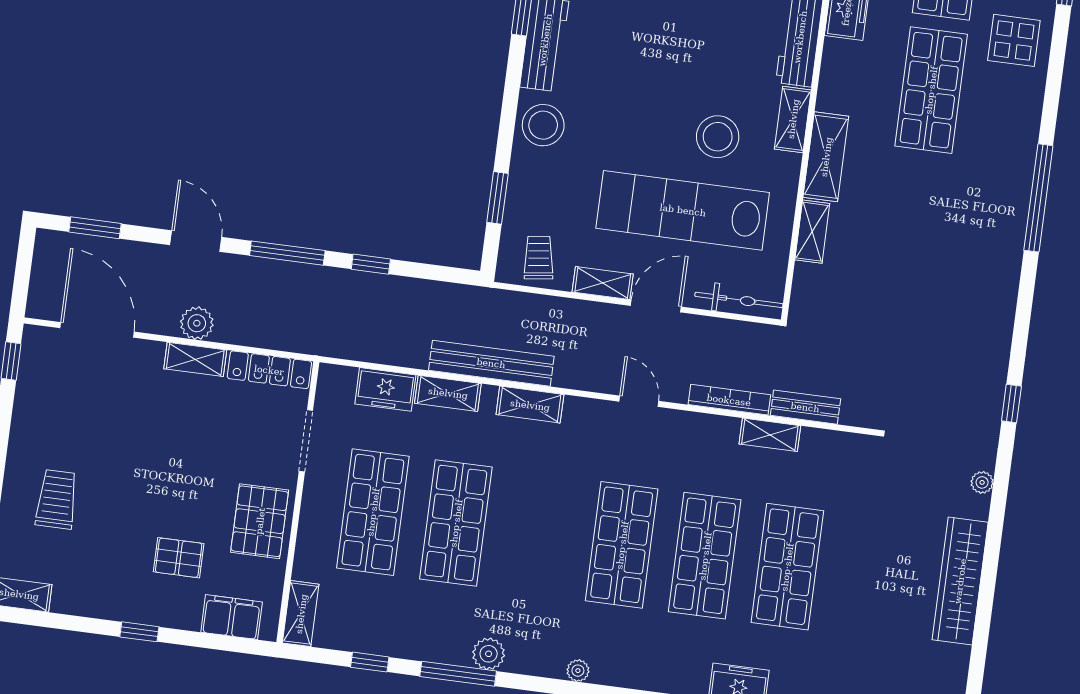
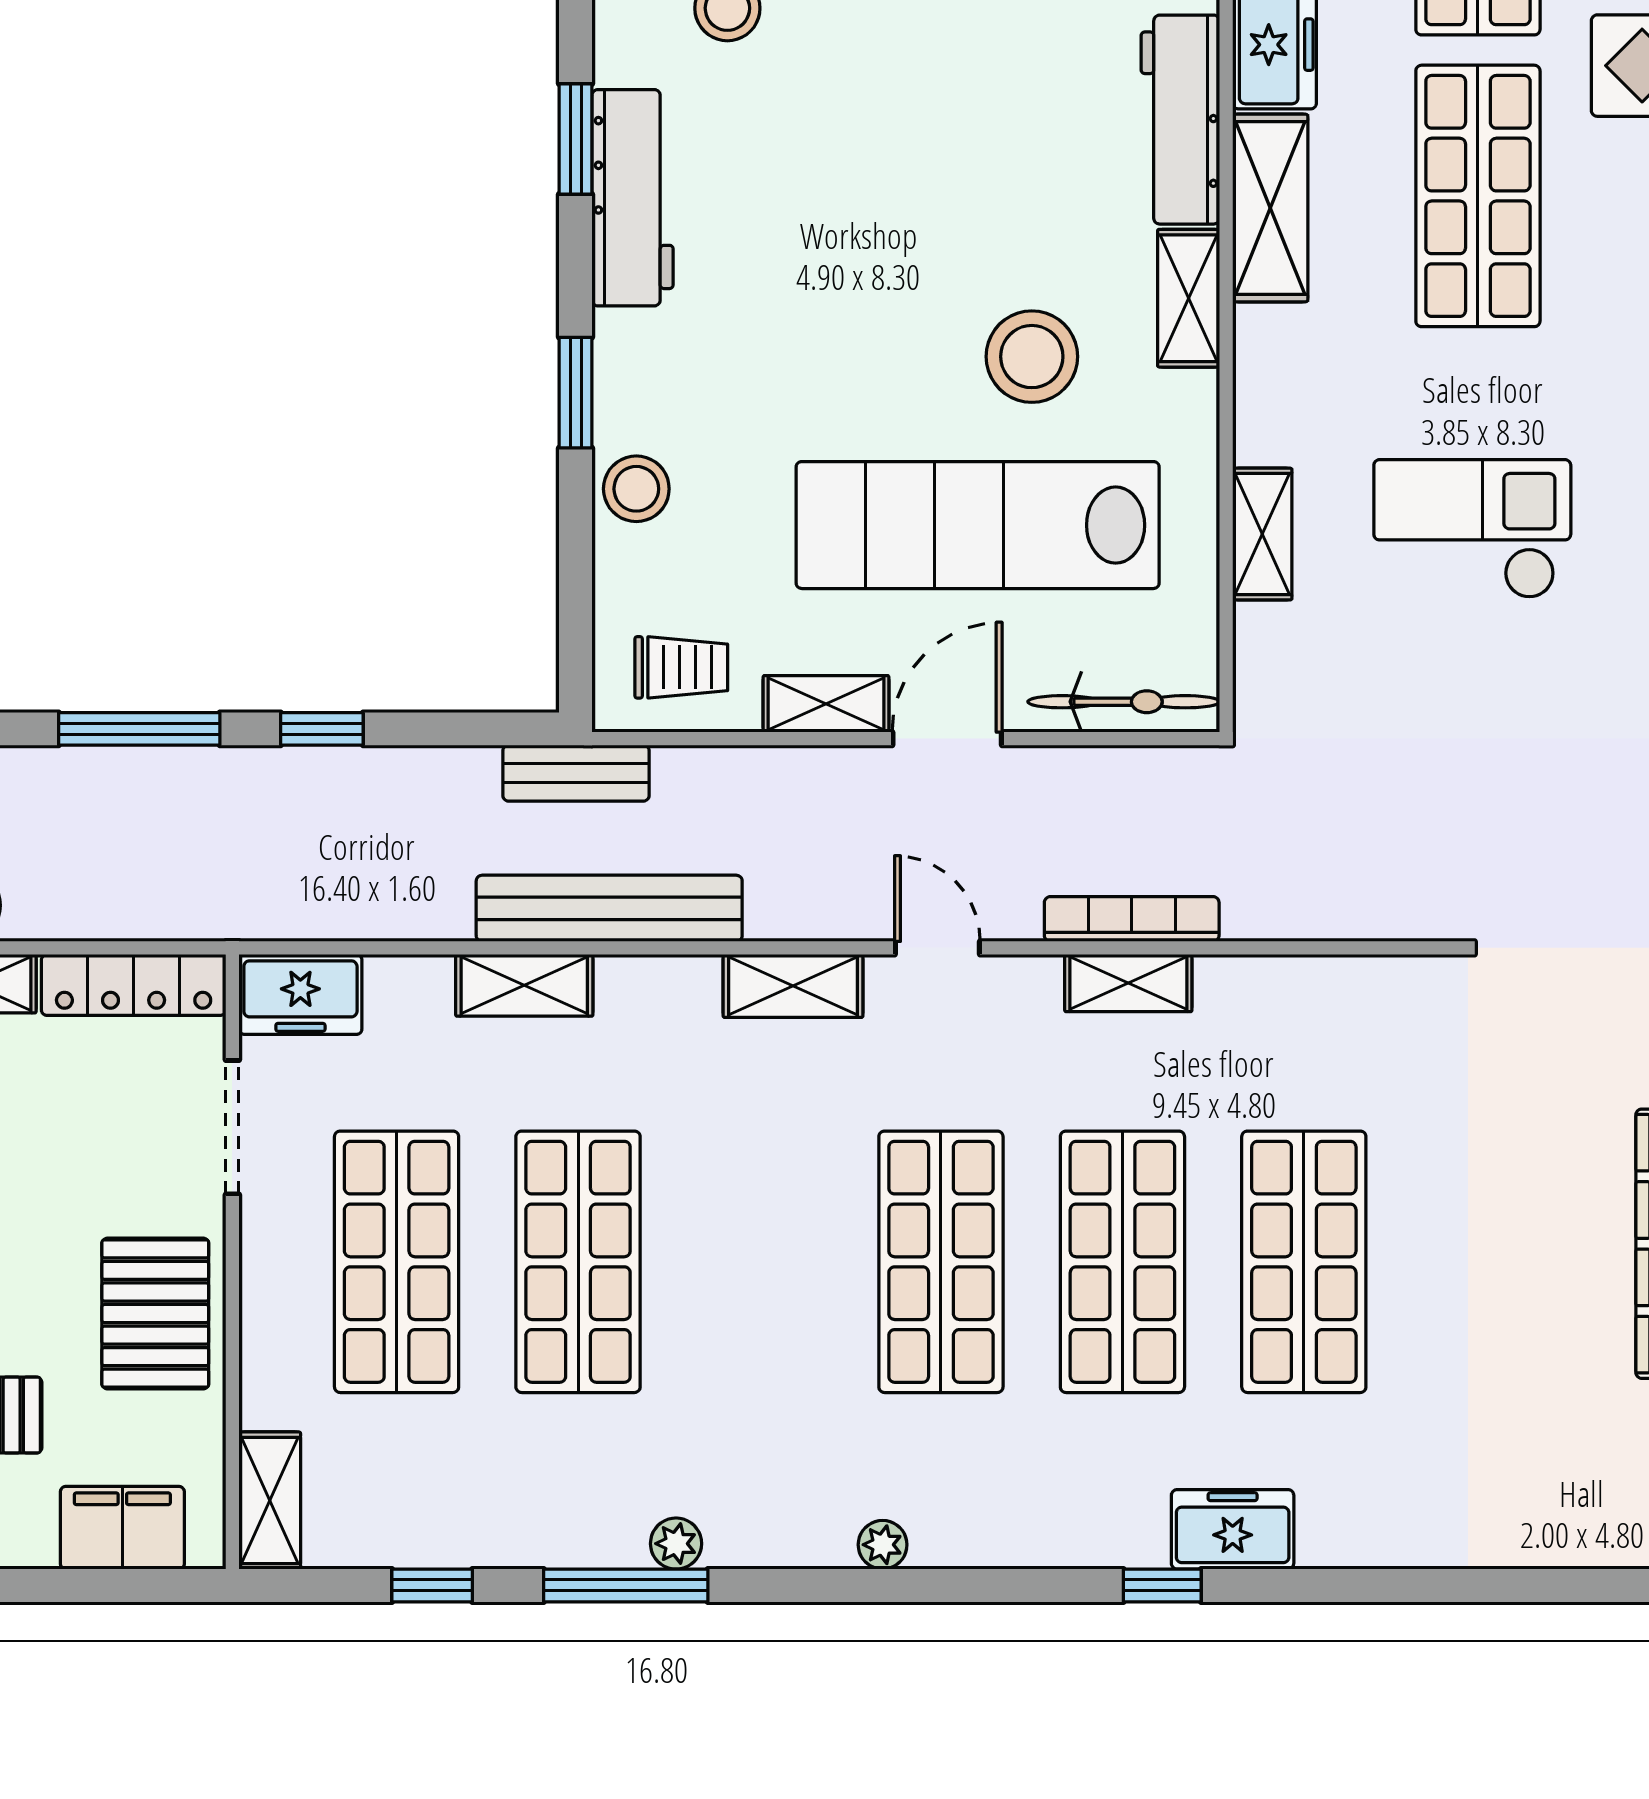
stool: (543, 125) -> (636, 489), moved, width x0.73, depth x0.73
shelving: (826, 157) -> (1270, 208), moved
window: (497, 198) -> (576, 393), moved
checkout: (908, 242) -> (1472, 529), added
trolley: (539, 258) -> (681, 667), turned 97
freezer: (385, 389) -> (300, 994), moved
shelving: (530, 405) -> (793, 986), moved
bench: (805, 407) -> (576, 773), moved
shelving: (770, 435) -> (1128, 983), moved
plant: (489, 654) -> (676, 1544), width x0.73, depth x0.73

